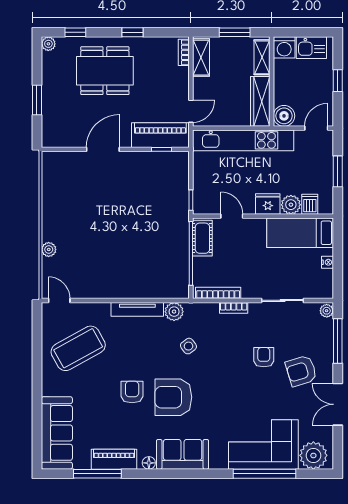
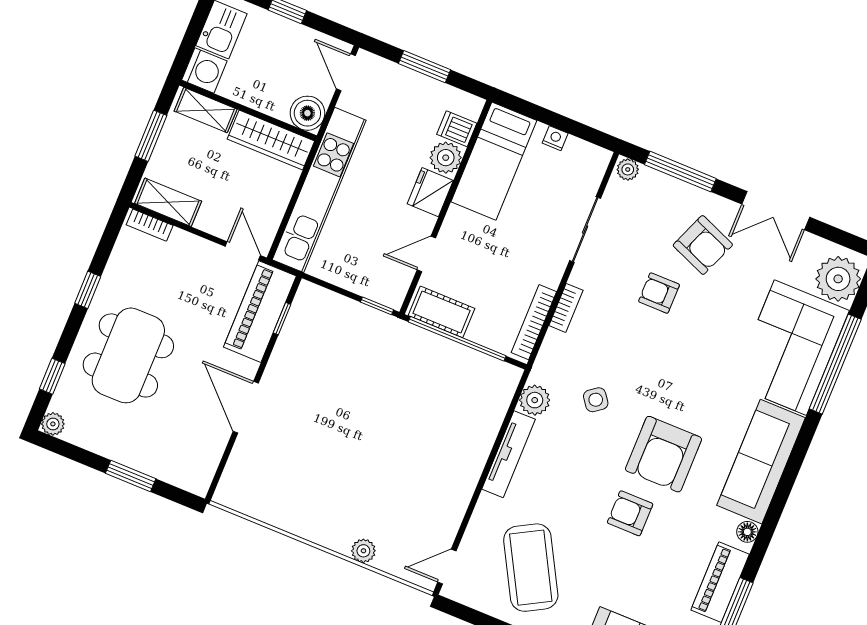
armchair: (301, 371) -> (703, 245), turned -51
sofa: (183, 454) -> (761, 462), width x1.36

